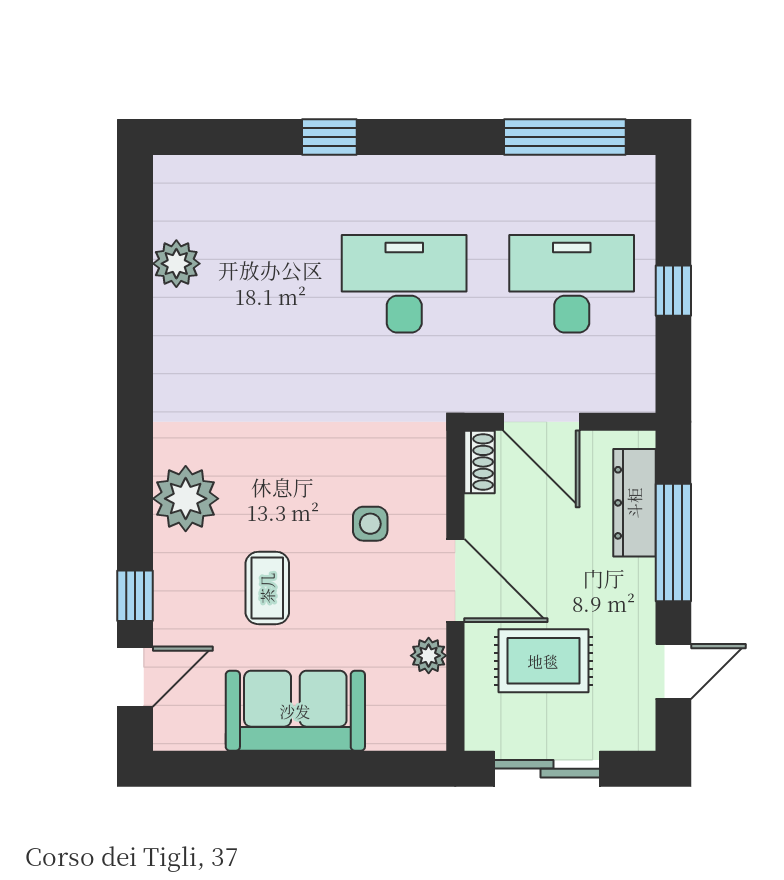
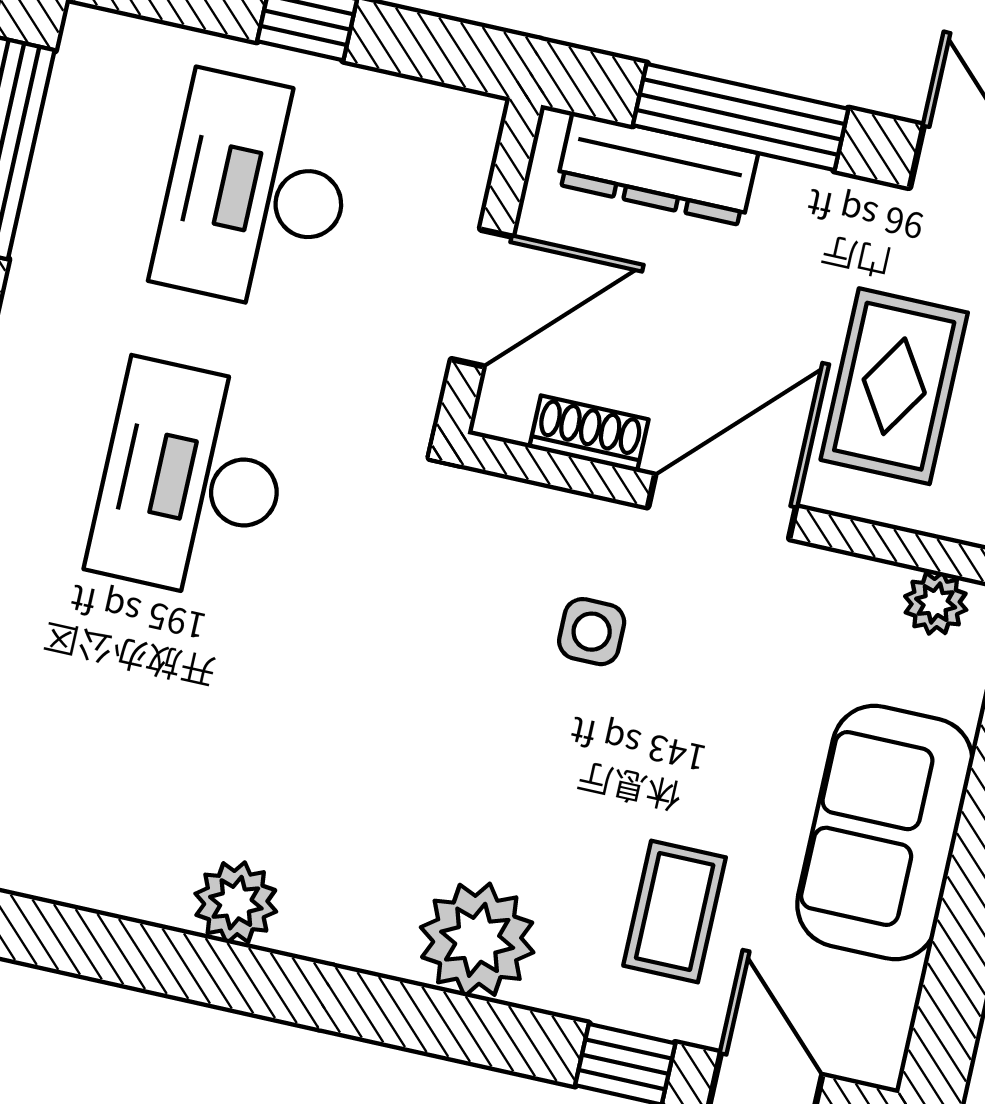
plant: (176, 264) -> (236, 903), moved
shoe rack: (479, 462) -> (589, 434), moved
coffee table: (267, 588) -> (675, 912), moved, turned 90
plant: (429, 656) -> (936, 603), moved

